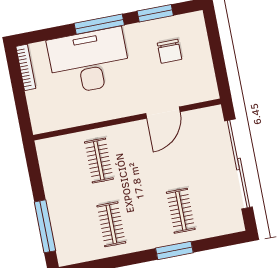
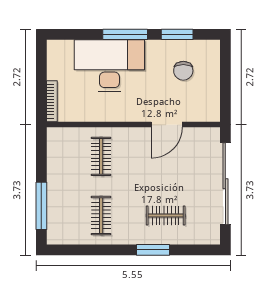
bookcase: (26, 67) -> (52, 101), moved
clothes rail: (181, 211) -> (166, 216), turned 90

